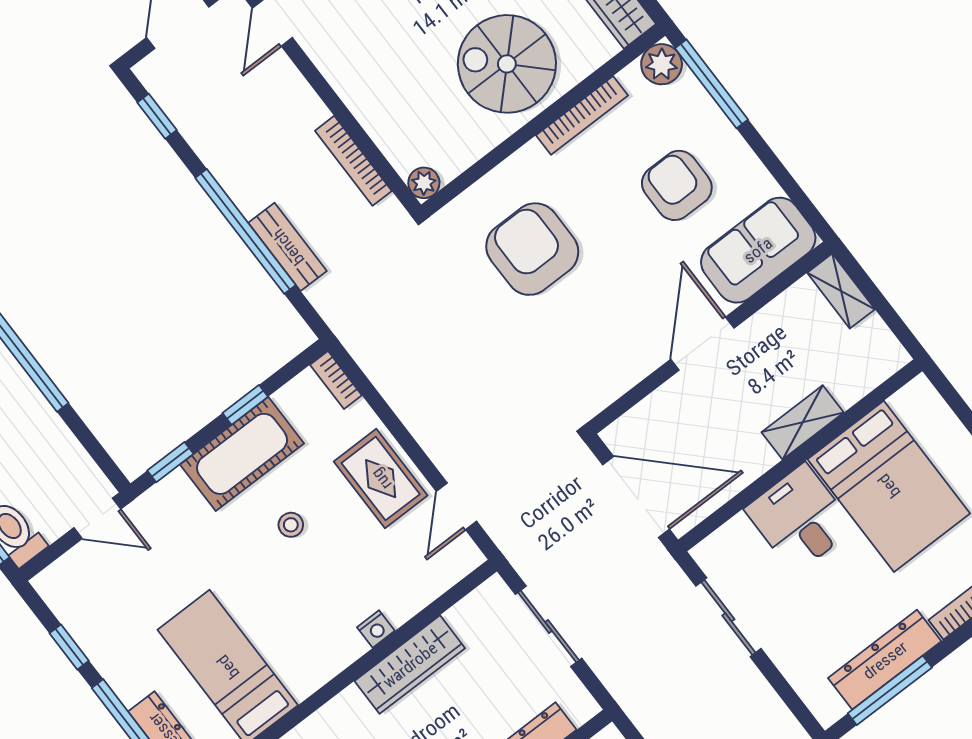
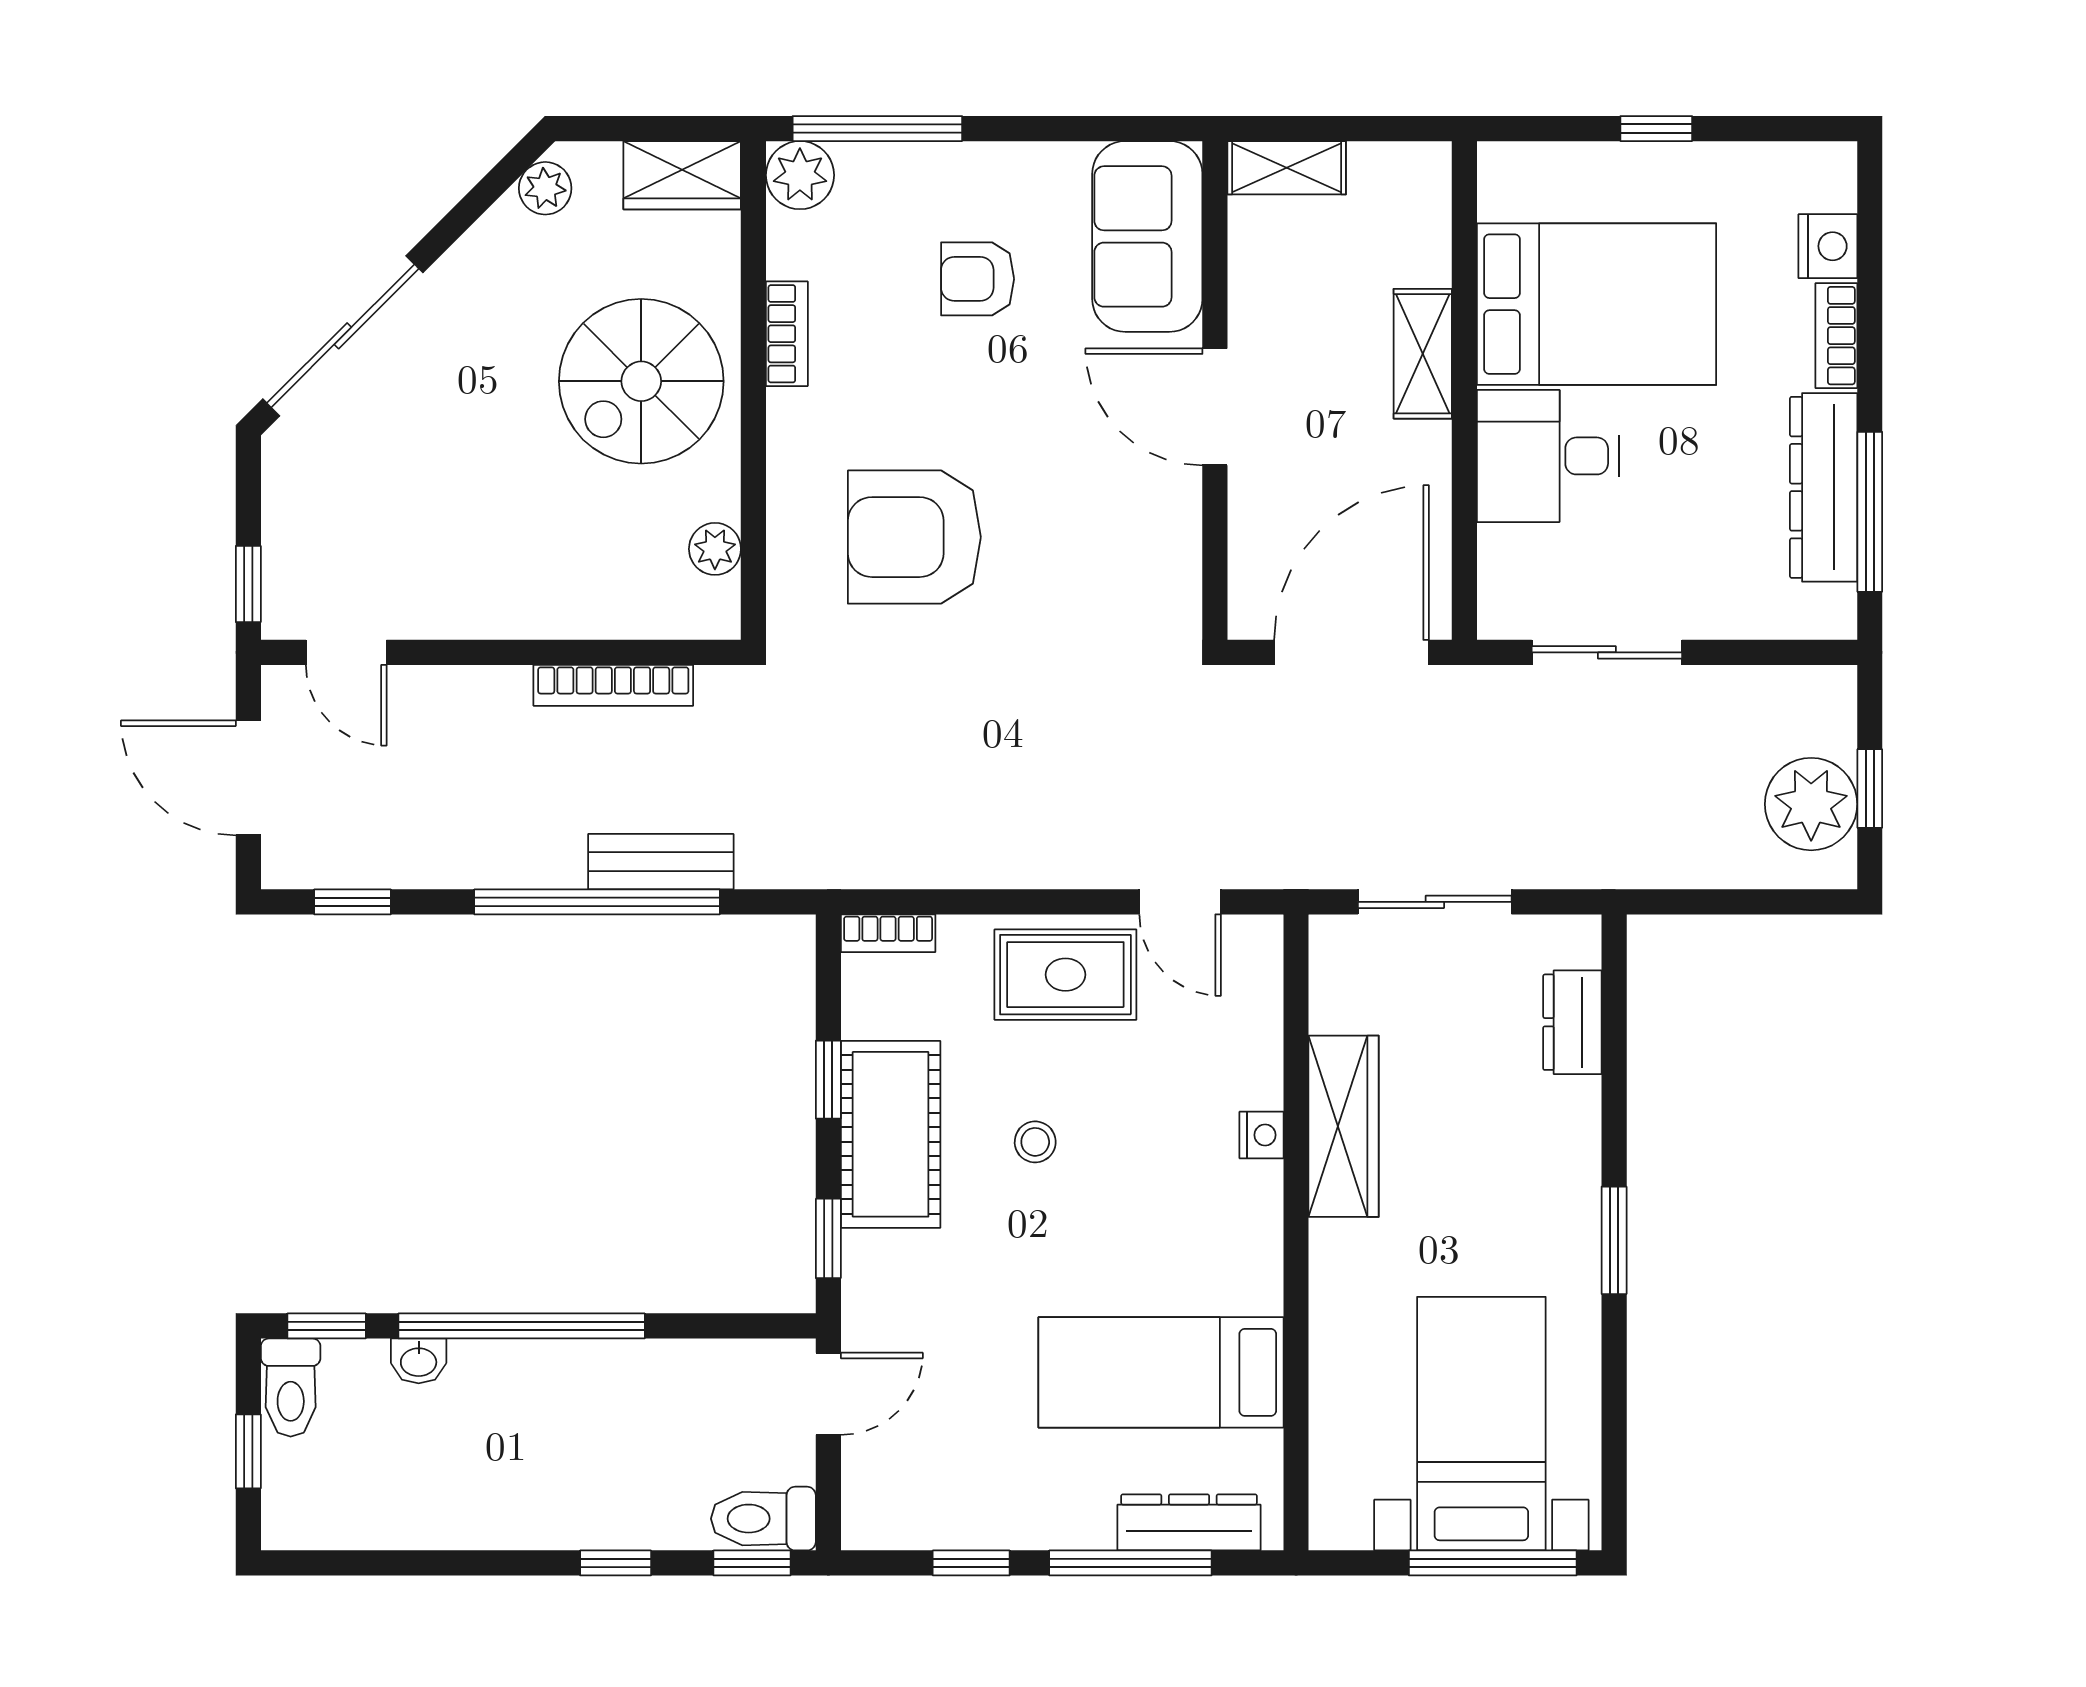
bookcase: (582, 115) -> (787, 334), width x0.64
plant: (424, 183) -> (715, 549), moved
armchair: (677, 185) -> (978, 279), width x0.72, depth x0.72

